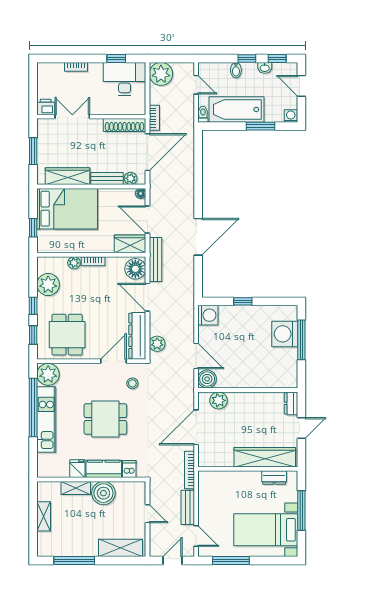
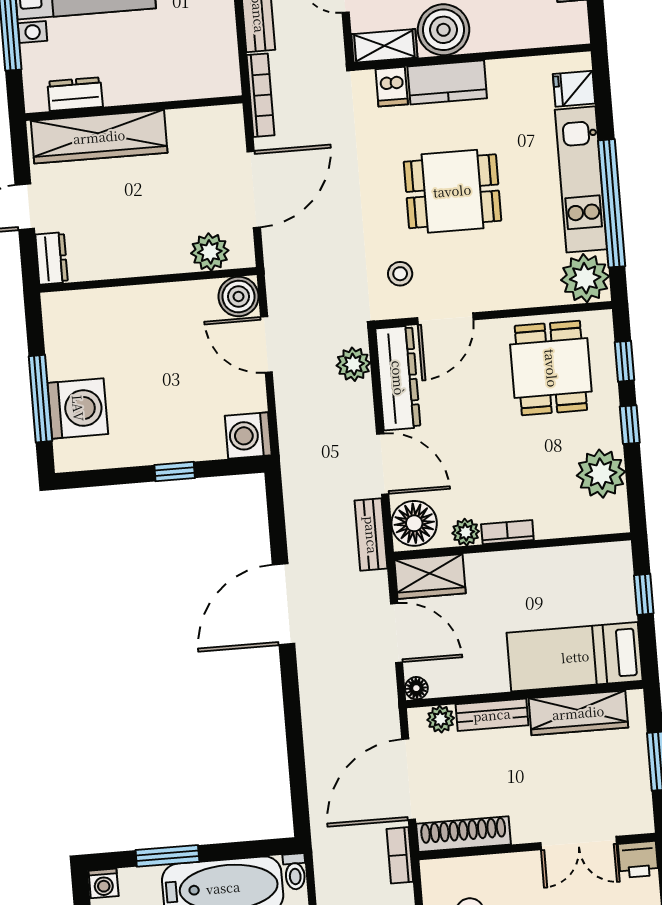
bed: (67, 209) -> (575, 657), width x0.67
bench: (156, 259) -> (371, 535), width x0.73
plant: (74, 263) -> (466, 532), moved
fridge: (77, 469) -> (574, 89), moved, turned 90
shelving: (76, 488) -> (384, 46), moved

